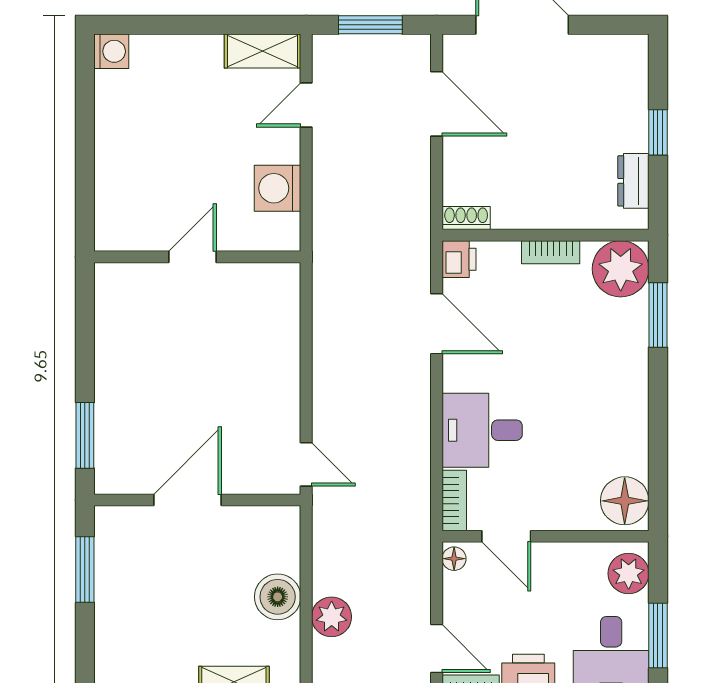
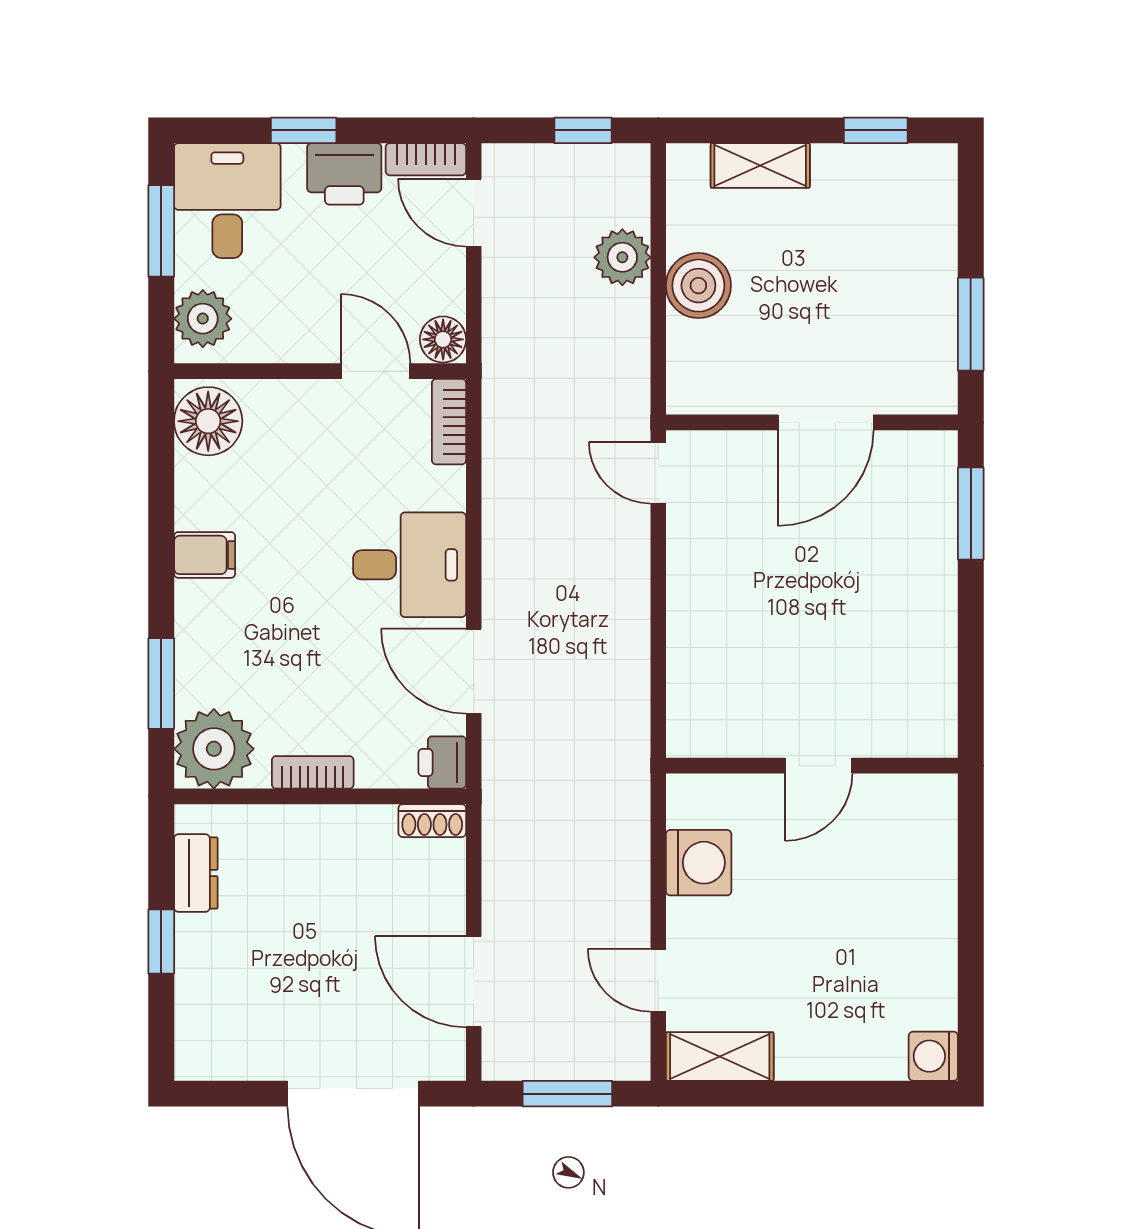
door: (306, 105) -> (658, 980), swing flipped
filing cabinet: (627, 406) -> (205, 555), added
desk: (482, 430) -> (410, 565), moved
floor lamp: (454, 559) -> (443, 339), width x1.37, depth x1.37

